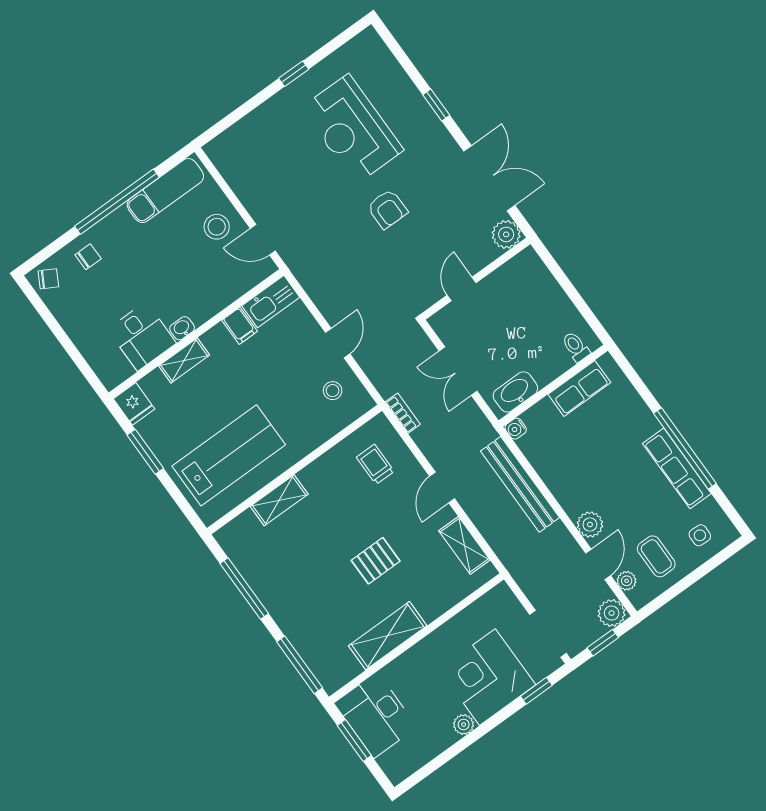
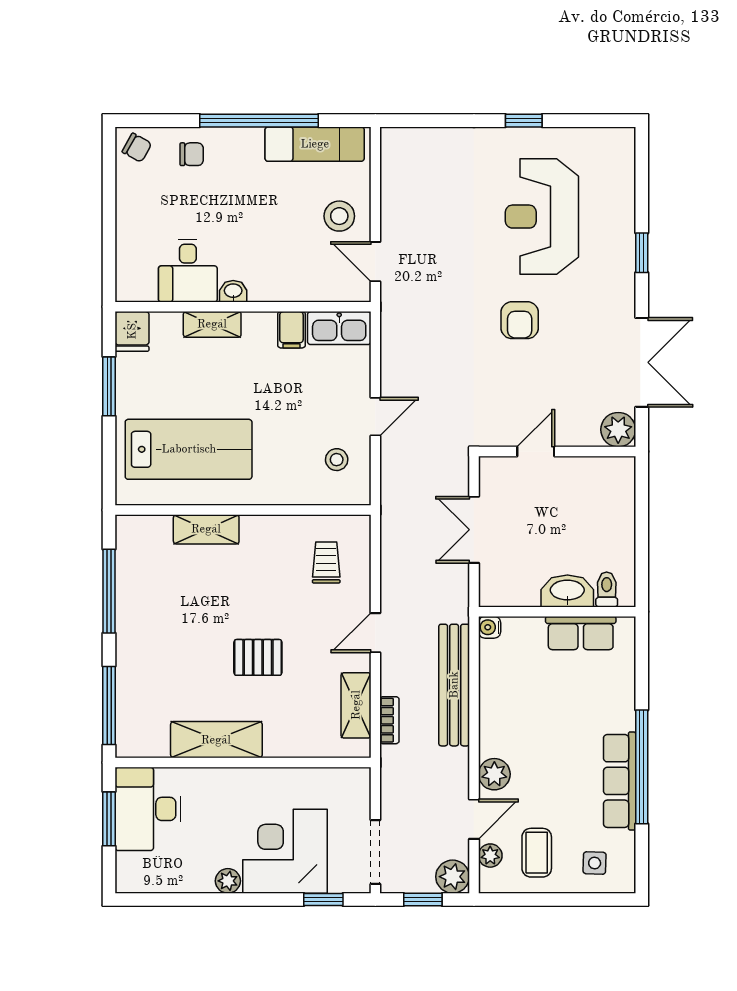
washbasin: (515, 392) -> (567, 591), moved
bookcase: (403, 413) -> (389, 720), moved

